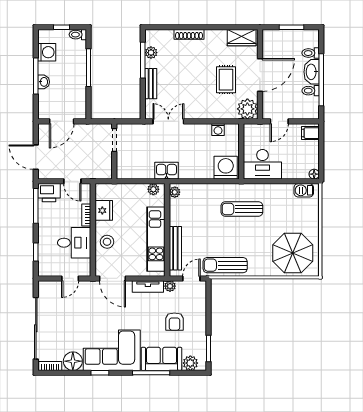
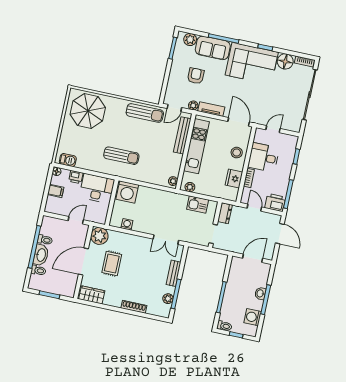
filing cabinet: (310, 133) -> (56, 191), moved
dresser: (106, 167) -> (225, 213), added
kitchen sink: (167, 171) -> (198, 205), moved
printer: (290, 172) -> (76, 177), added

